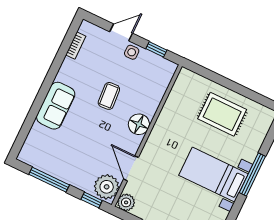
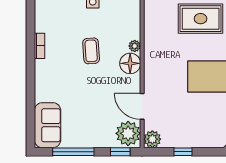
bookcase: (76, 46) -> (40, 46), moved
sofa: (56, 106) -> (48, 125), moved
plant: (150, 110) -> (135, 46), added

